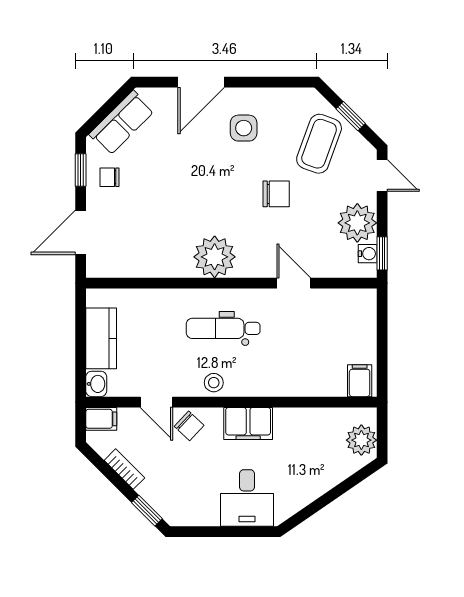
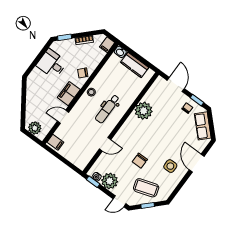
coffee table: (319, 144) -> (146, 188), turned -38
plant: (215, 257) -> (144, 111), moved
dental chair: (223, 328) -> (107, 109), turned 180
door: (156, 402) -> (63, 117), moved
desk: (247, 498) -> (52, 64), moved

